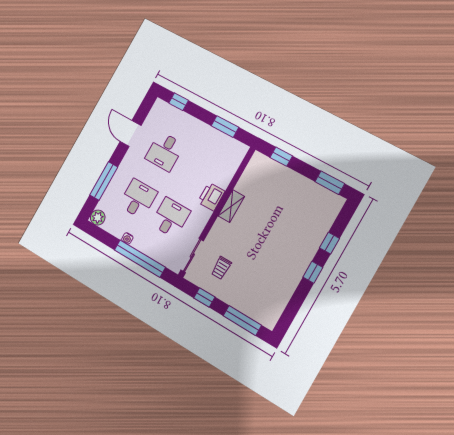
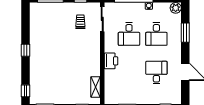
window: (104, 181) -> (185, 33), width x0.69
shelving: (231, 206) -> (95, 87), moved
window: (329, 243) -> (25, 91), moved

